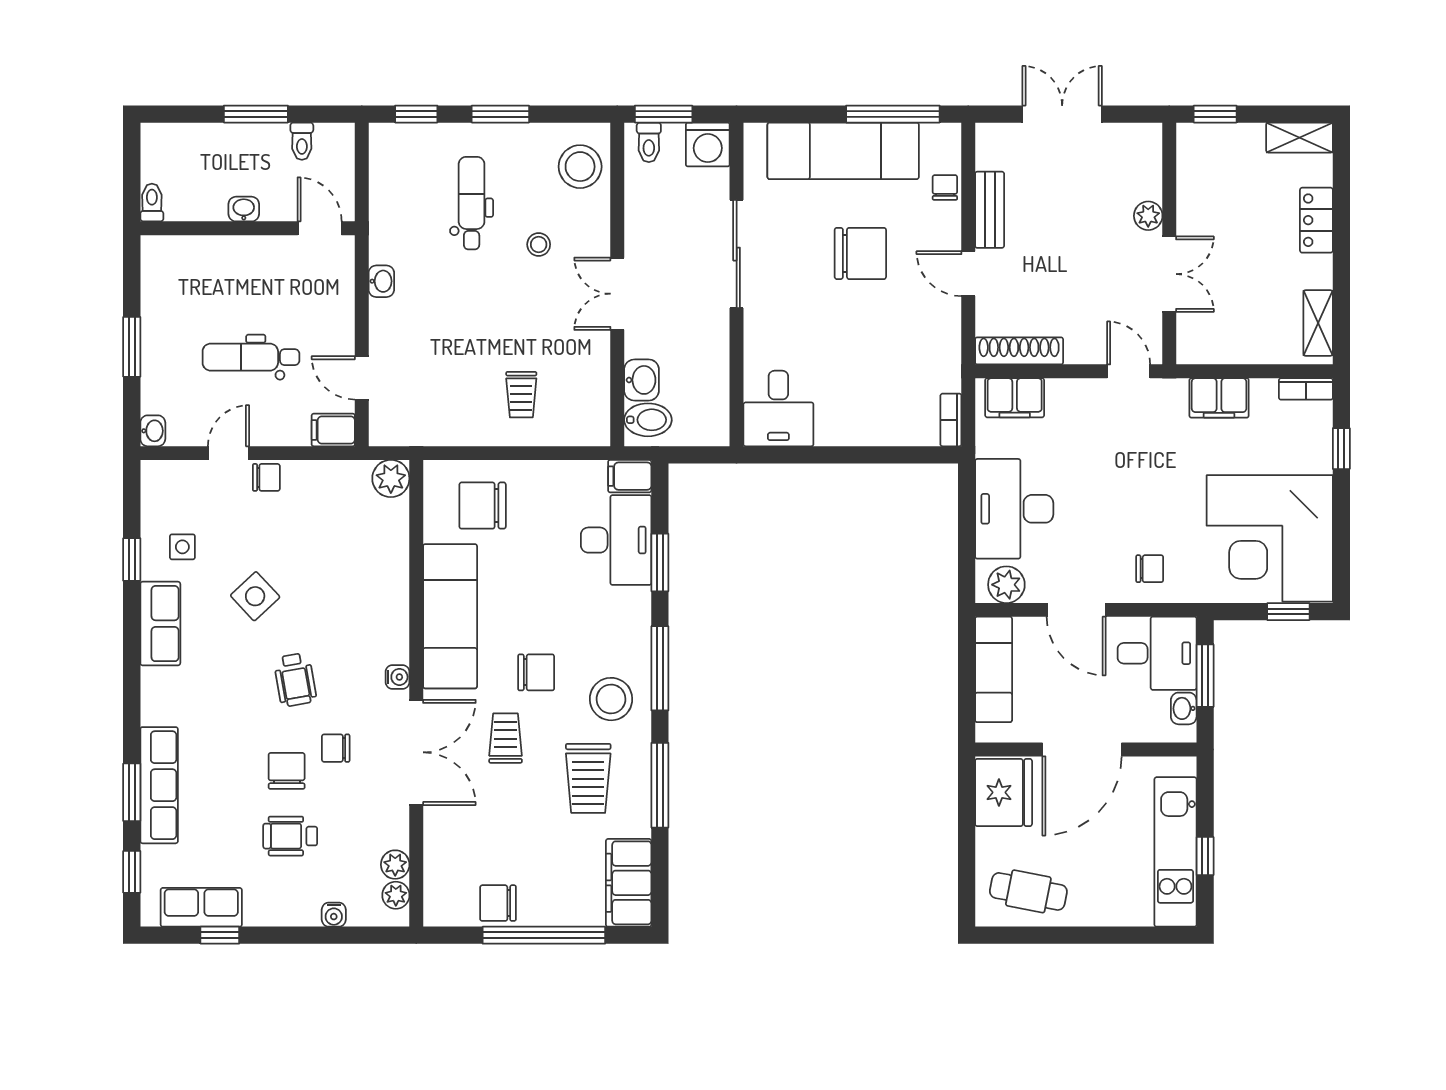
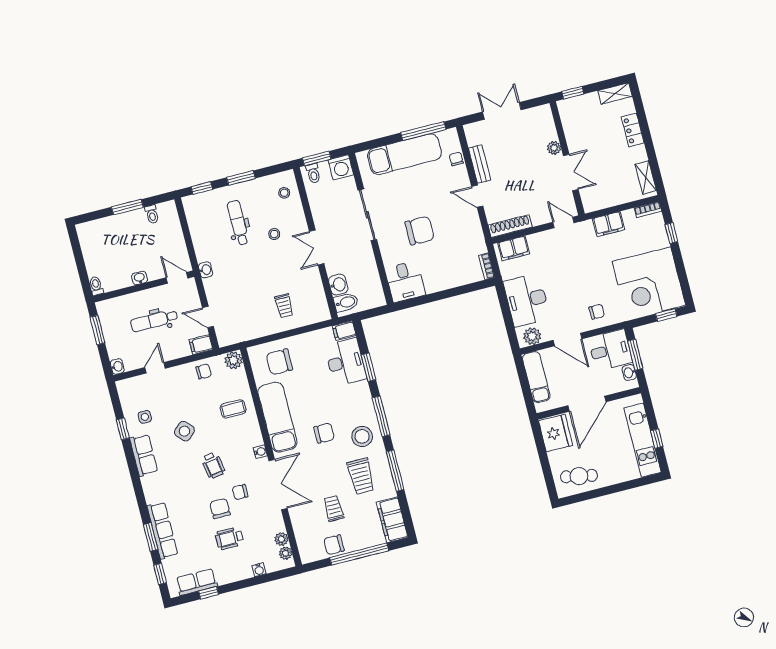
stool: (580, 167) -> (284, 193), width x0.53, depth x0.53
toilet: (152, 202) -> (96, 286), moved
washbasin: (244, 209) -> (140, 278), moved
wall: (248, 228) -> (144, 286), moved
door: (320, 228) -> (177, 278), moved
chair: (860, 253) -> (420, 230), moved
chair: (266, 477) -> (204, 371), moved
coffee table: (365, 576) -> (233, 409), added
trolley: (506, 738) -> (334, 509), moved

